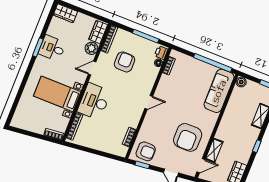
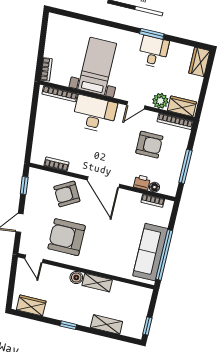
printer: (161, 53) -> (142, 182), moved
door: (92, 68) -> (136, 105), swing flipped
boiler: (241, 82) -> (76, 277), moved
sofa: (219, 91) -> (150, 252), moved, turned -90
door: (149, 102) -> (103, 182), width x1.87
shelving: (214, 150) -> (97, 283), moved
armchair: (146, 151) -> (67, 194), moved, turned 61

